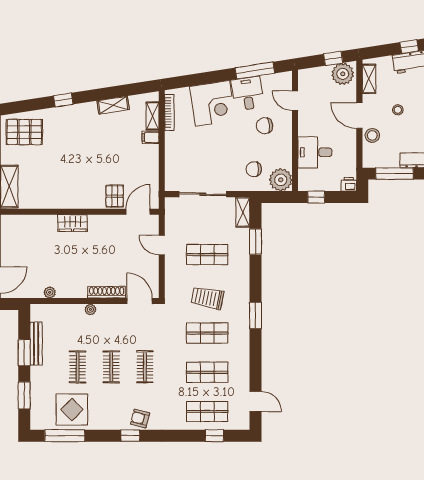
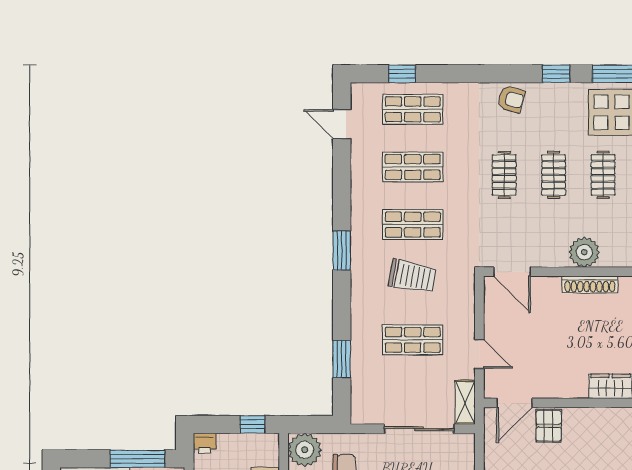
shelving: (243, 212) -> (465, 402), moved
shoe rack: (107, 292) -> (590, 285), moved
plant: (90, 309) -> (584, 252), width x1.87, depth x1.87
window: (130, 436) -> (556, 74), moved

